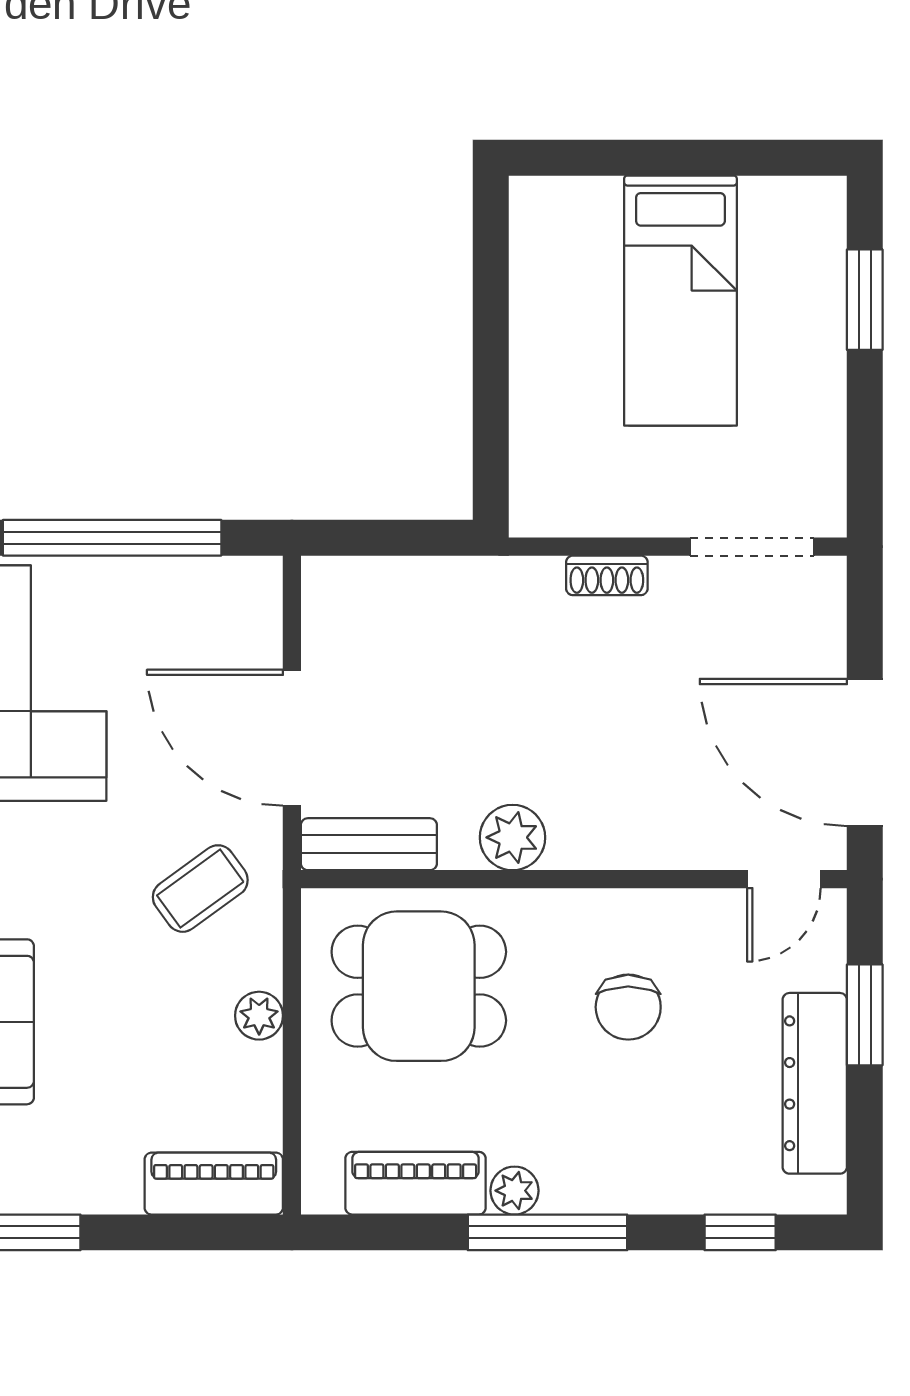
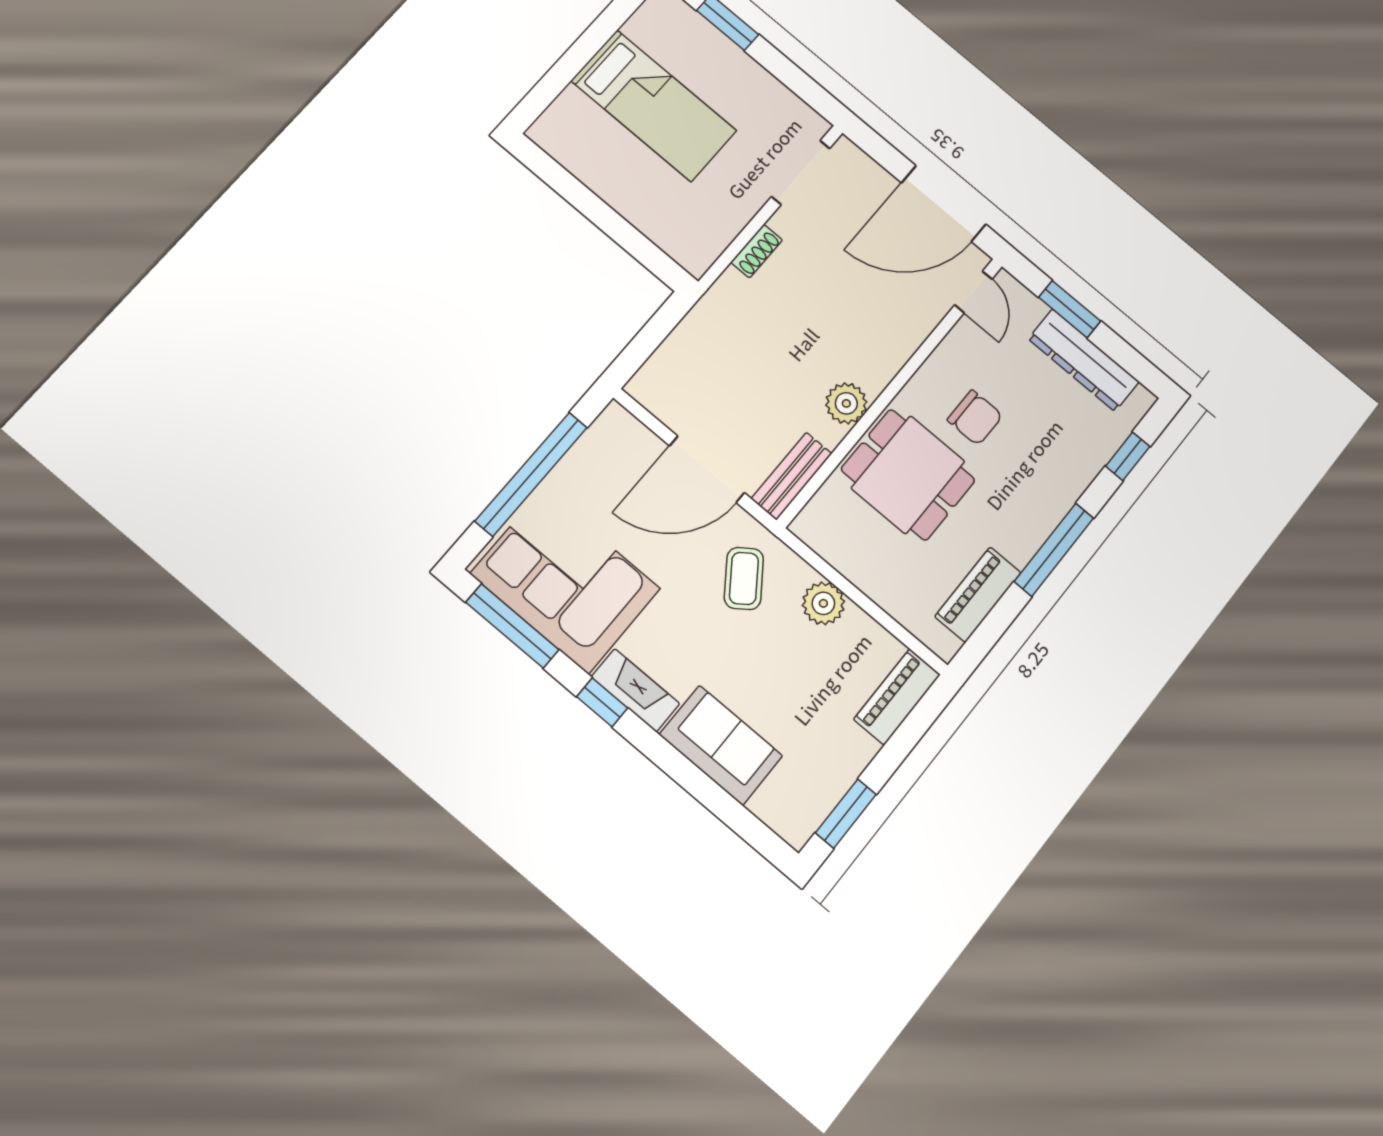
dining table: (419, 986) -> (908, 475), moved, turned 90
plant: (259, 1016) -> (823, 603), width x1.38, depth x1.38
plant: (514, 1191) -> (1021, 549), removed

